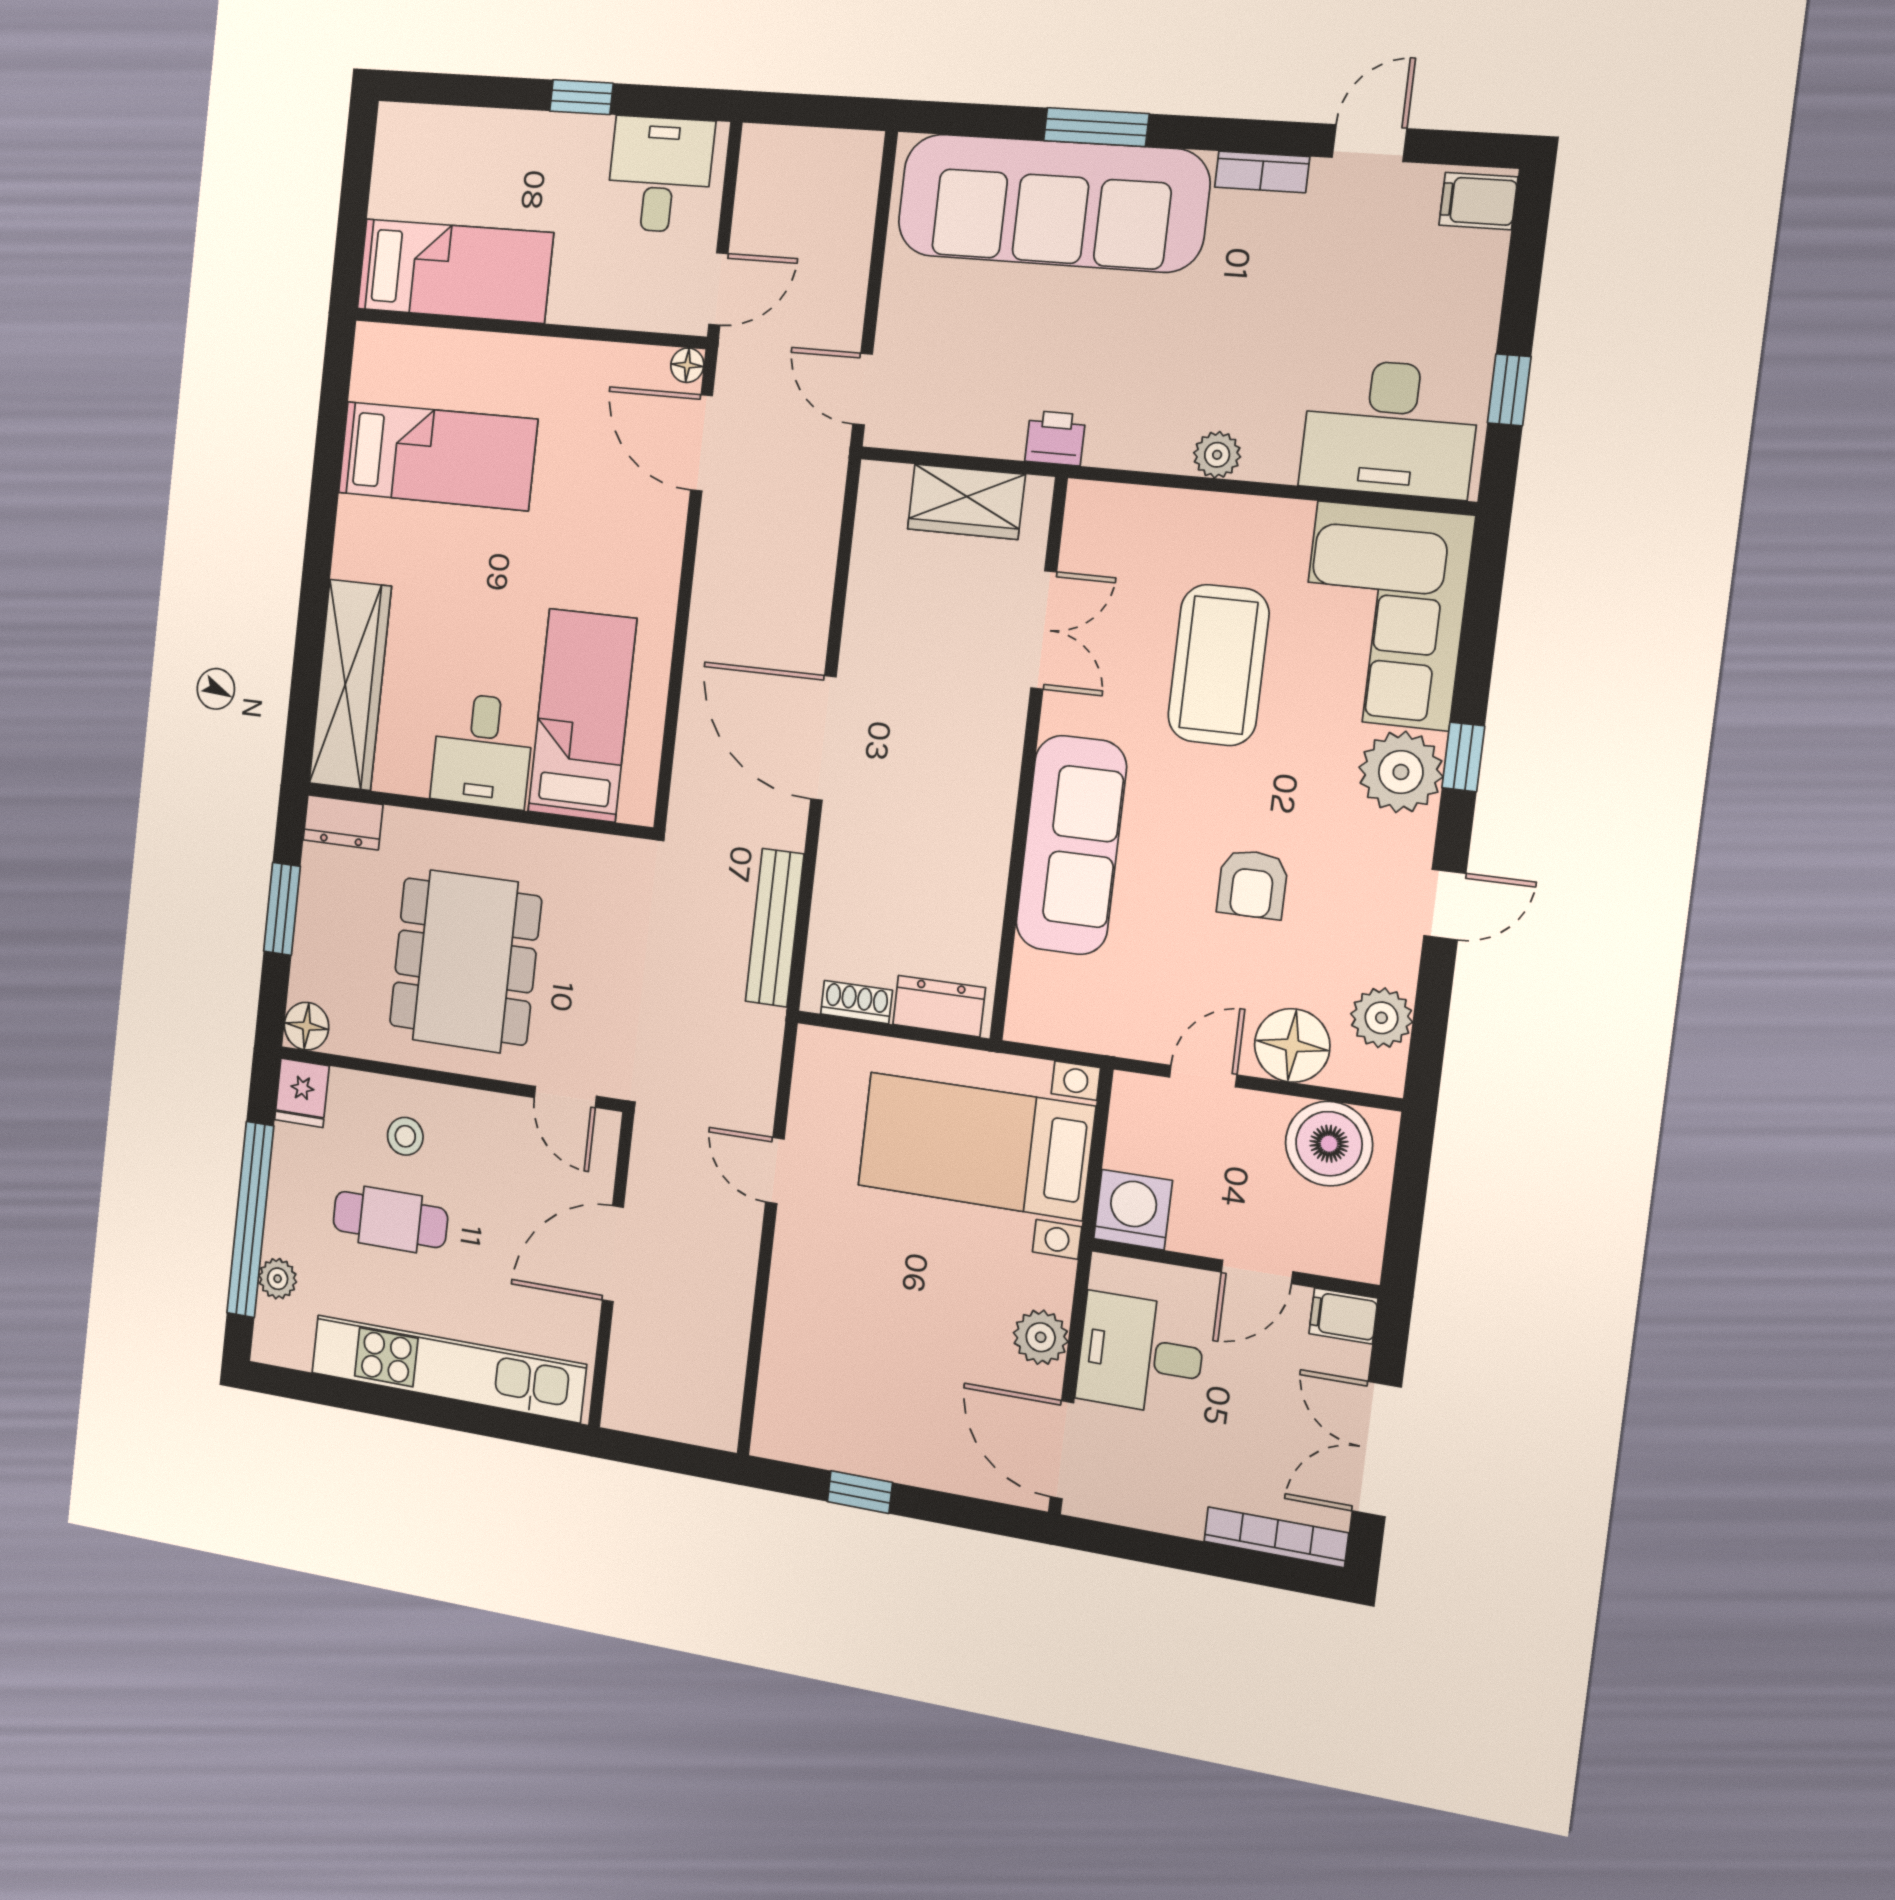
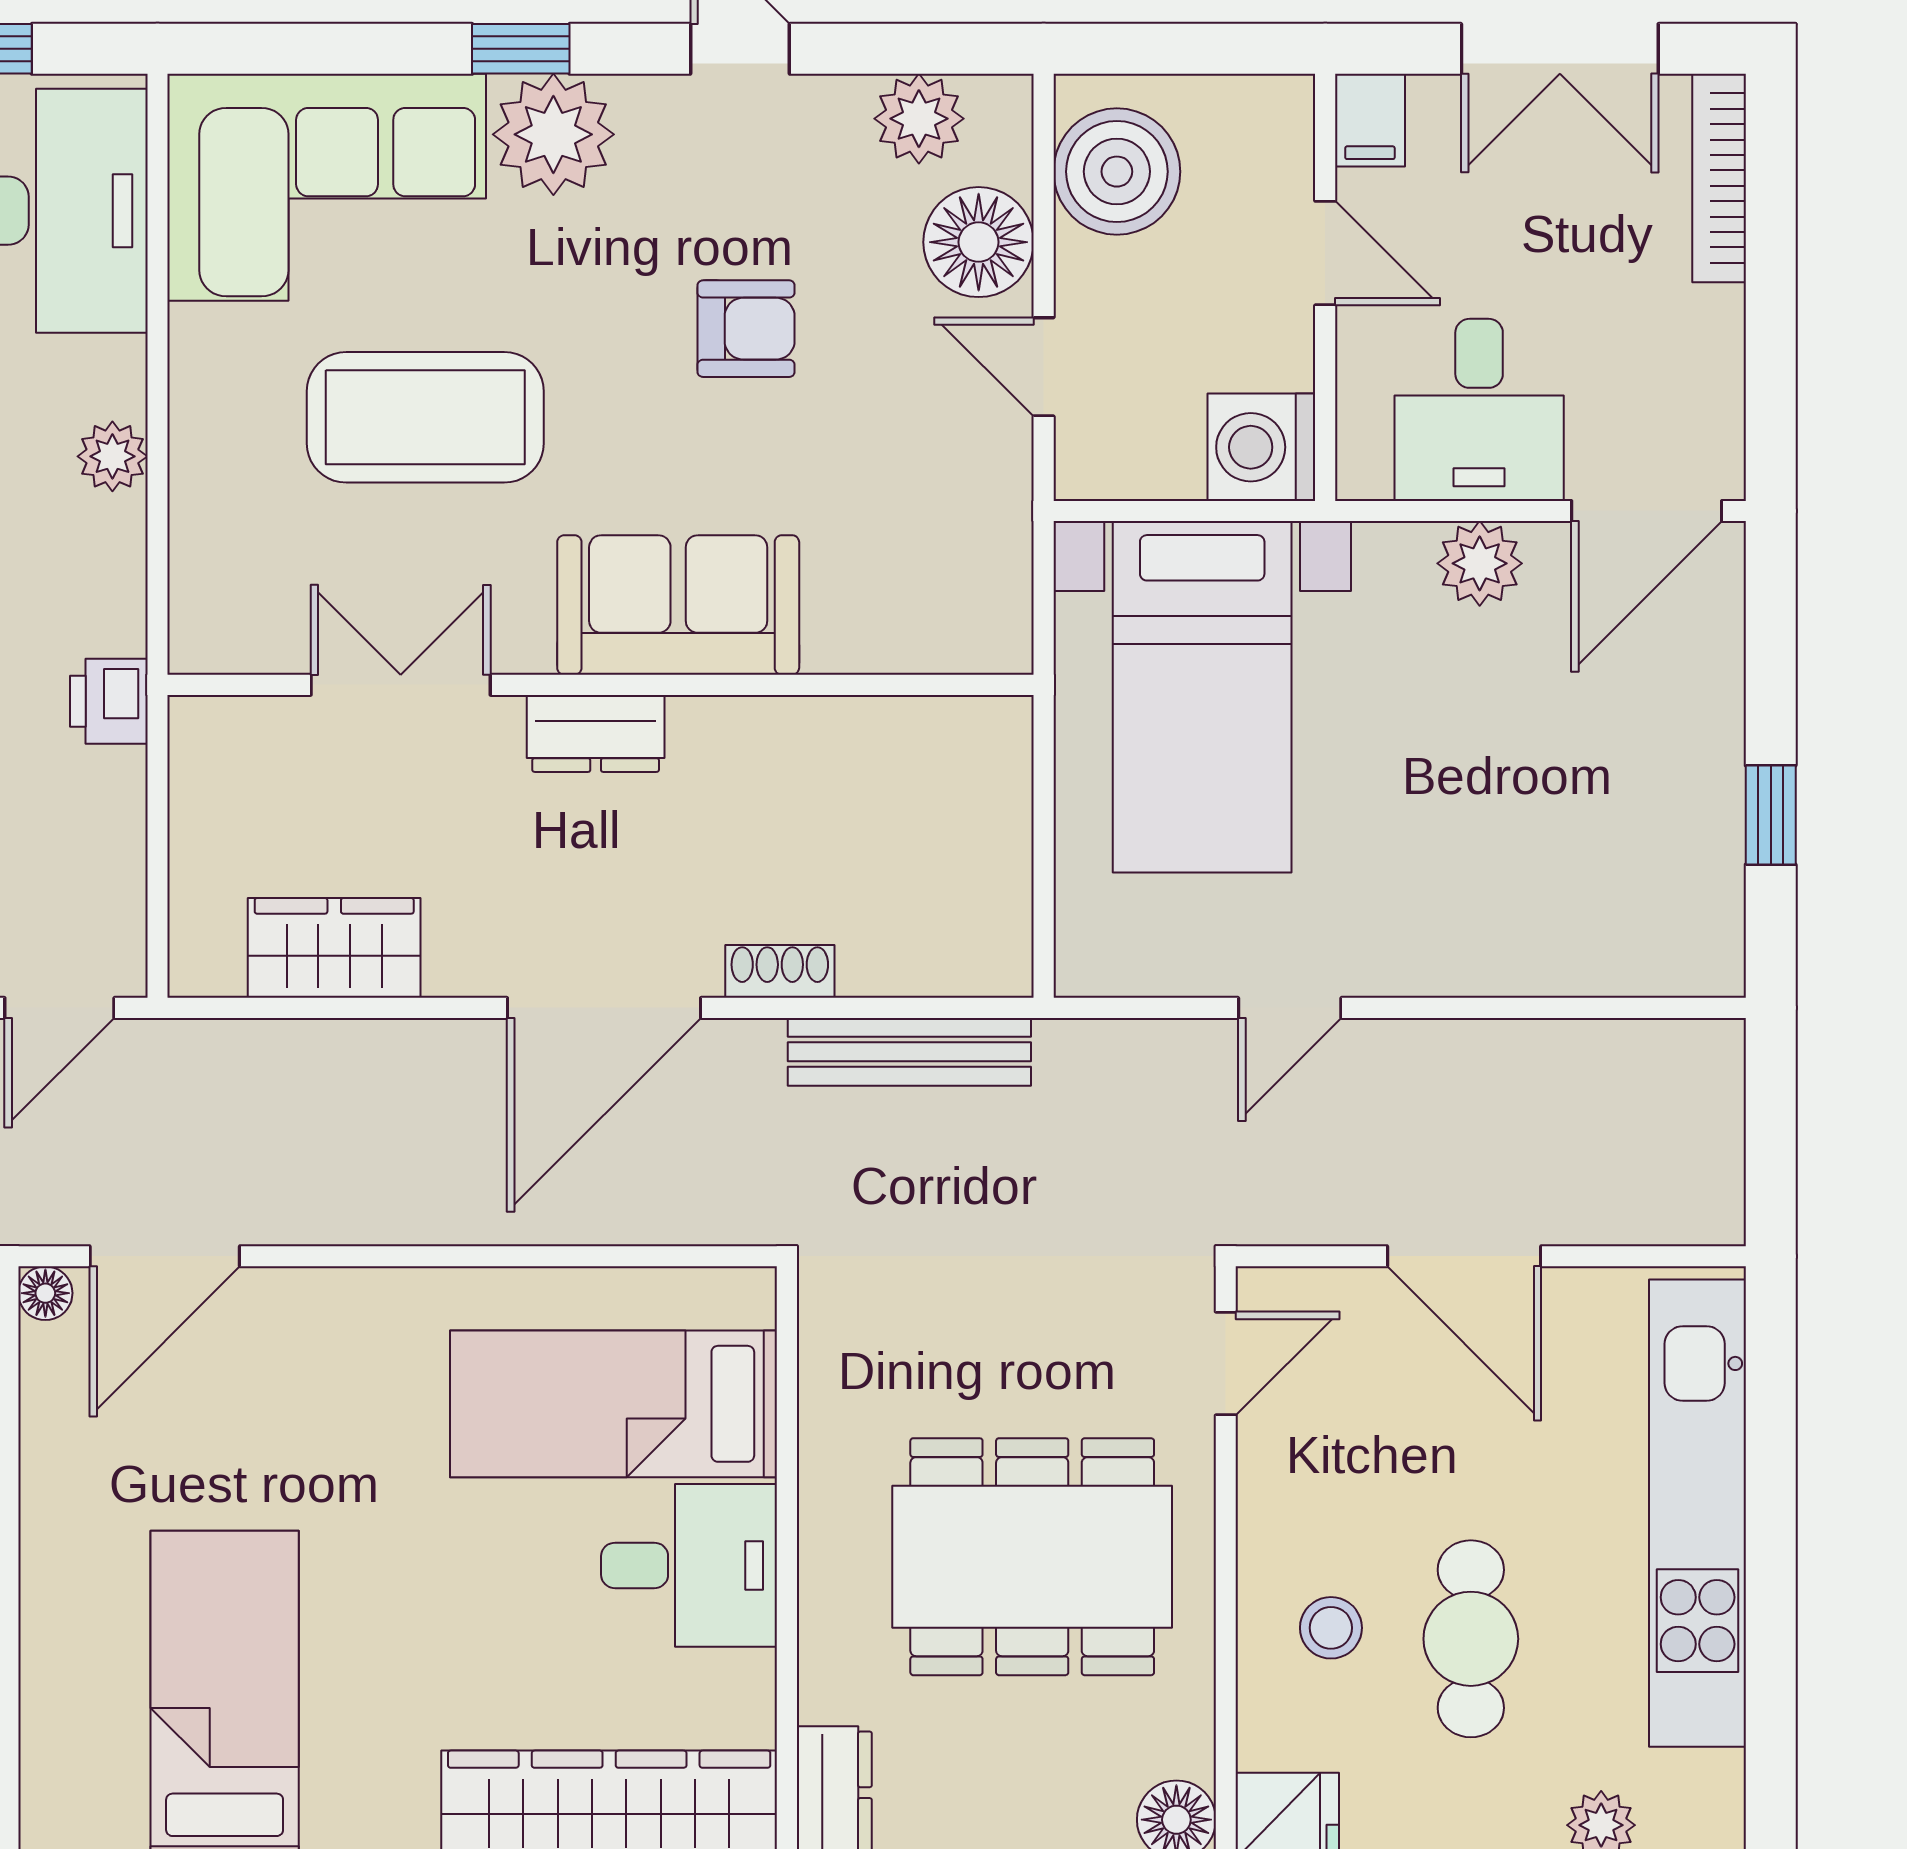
wardrobe: (966, 502) -> (334, 948), moved, turned -90
sofa: (1071, 845) -> (678, 605), width x0.73
shoe rack: (856, 1002) -> (780, 971), moved, turned 90
dresser: (939, 1006) -> (596, 733), moved, turned -90

